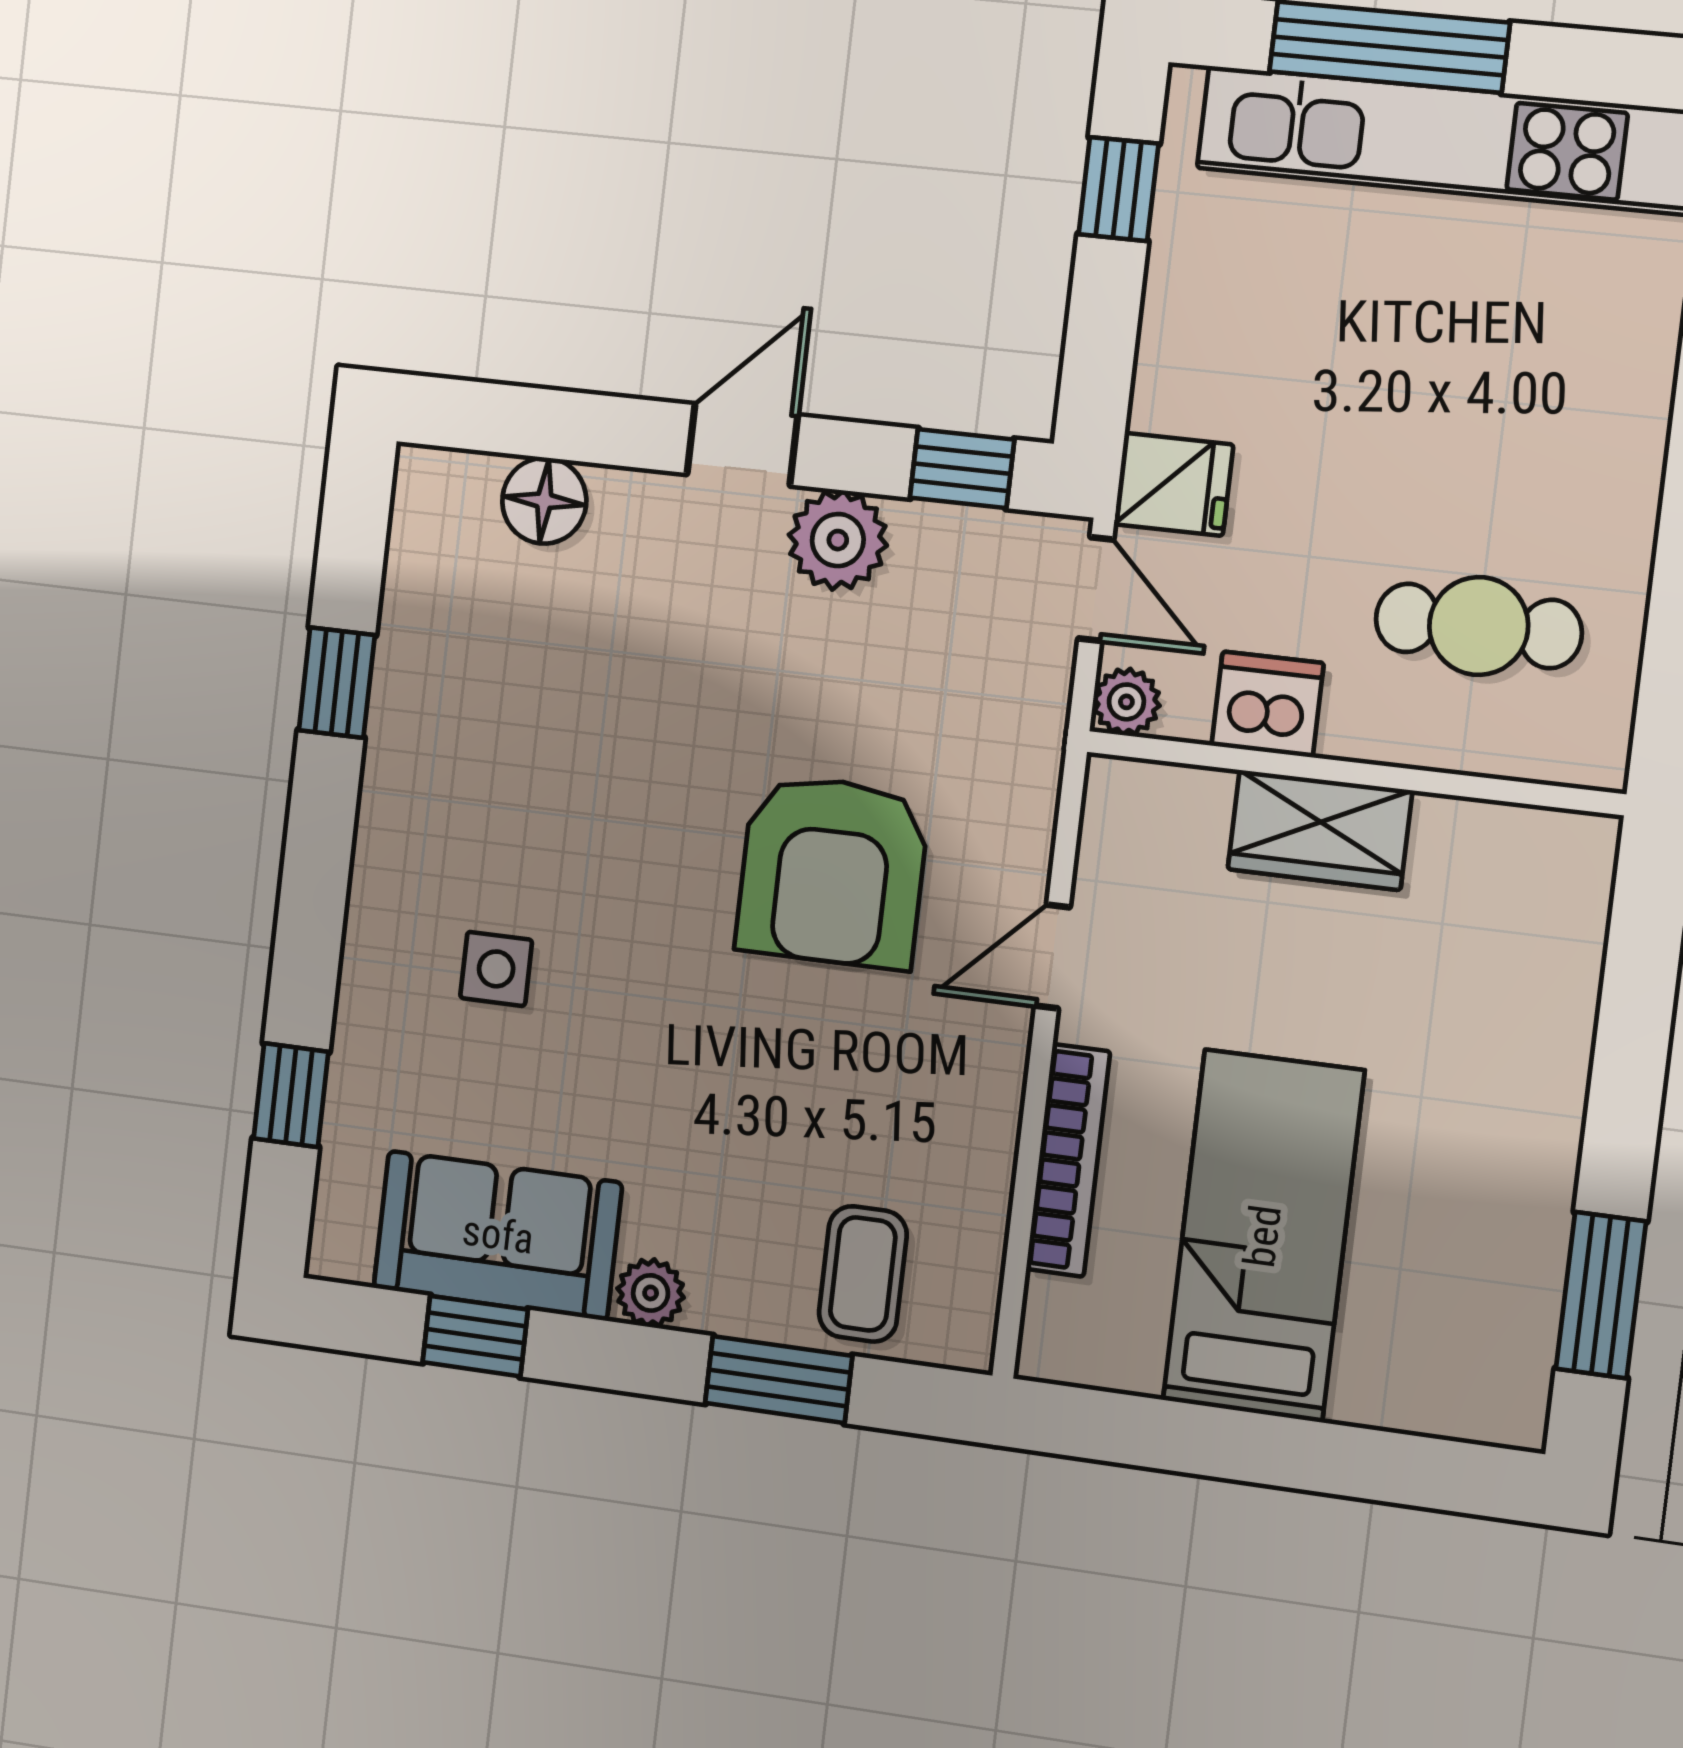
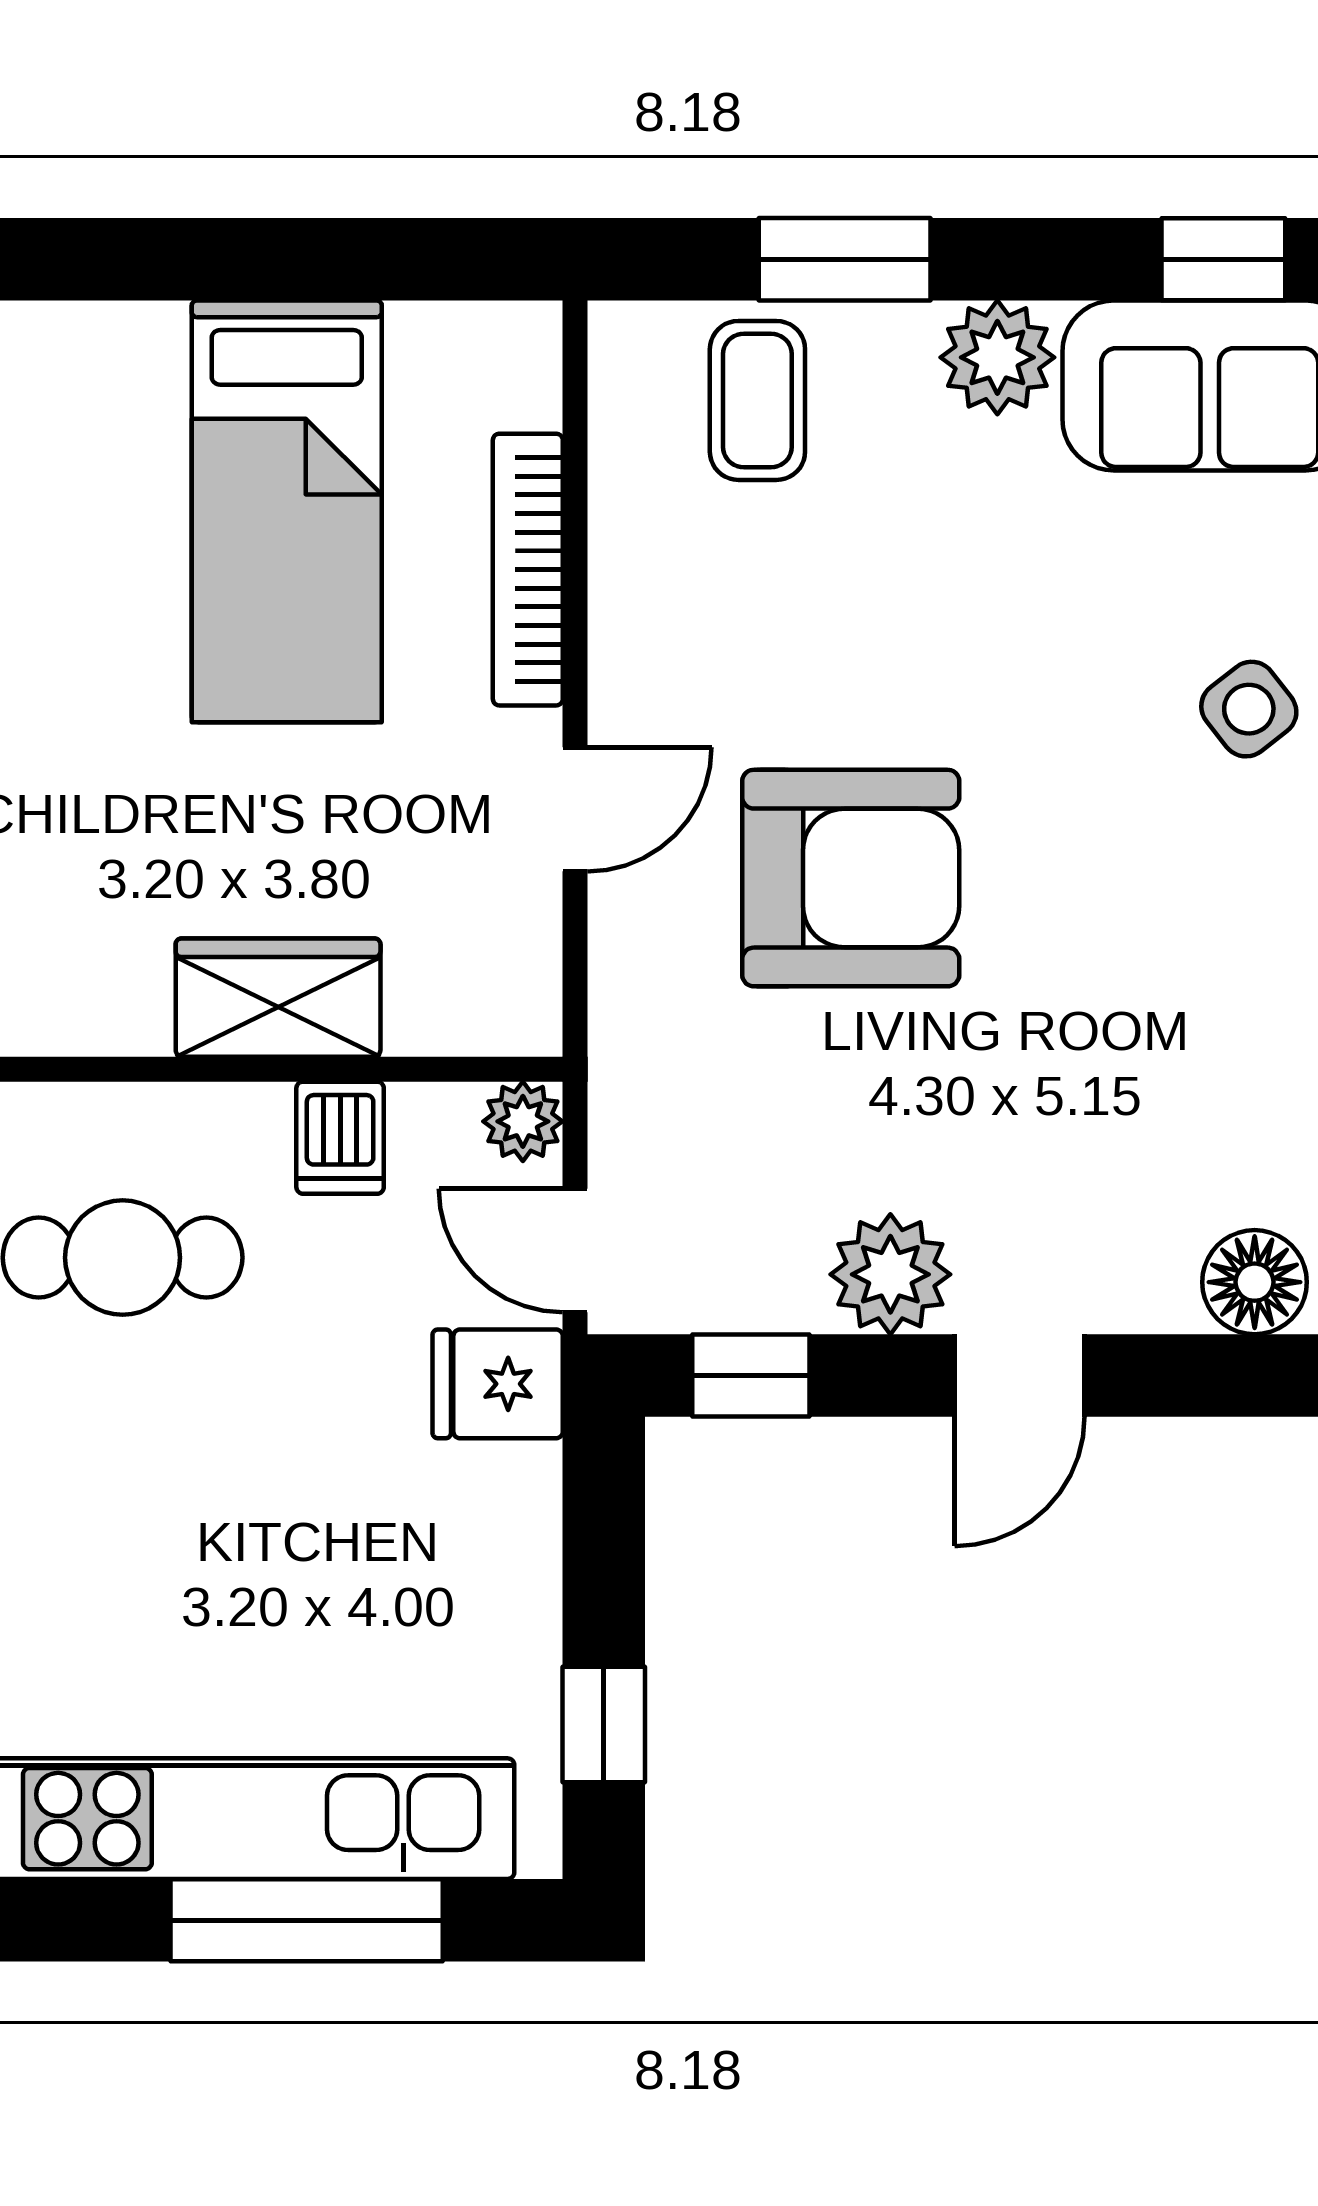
dishwasher: (1268, 704) -> (340, 1138), width x0.73
armchair: (832, 871) -> (851, 878), turned 90
side table: (496, 969) -> (1249, 709), turned -38
plant: (651, 1293) -> (997, 357), width x1.38, depth x1.38

